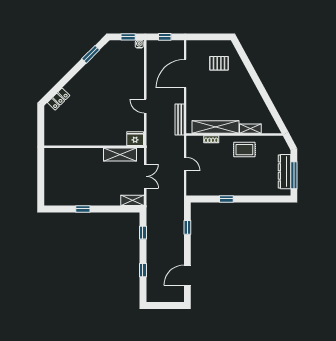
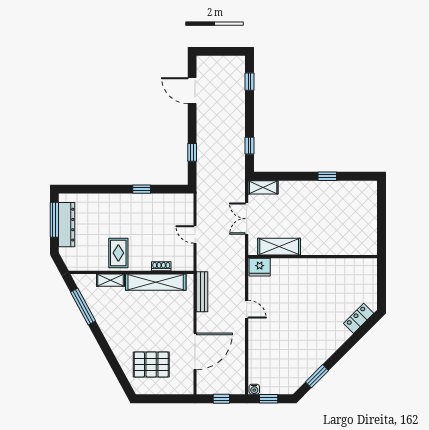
pallet: (219, 63) -> (151, 364), width x1.50, depth x1.42
window: (272, 108) -> (83, 307), added
rug: (244, 150) -> (118, 253), turned 90
window: (143, 270) -> (250, 82), moved
door: (187, 275) -> (192, 91), swing flipped

